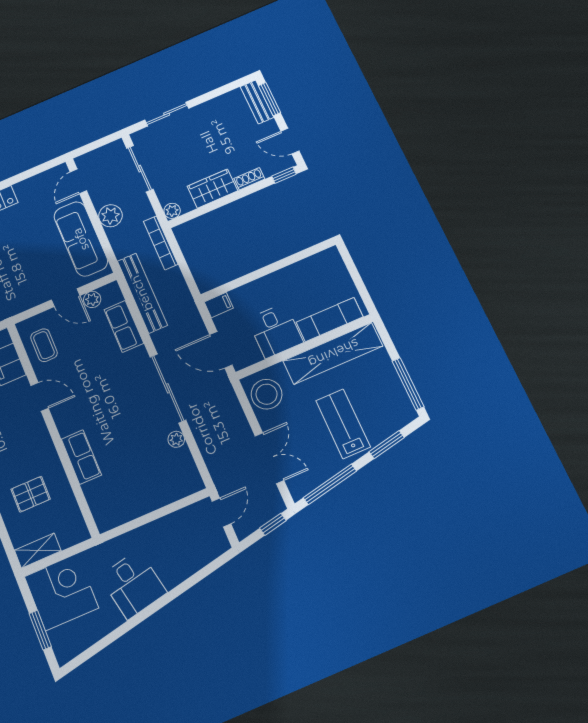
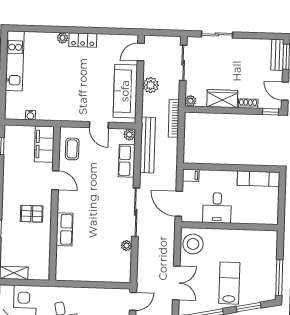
plant: (92, 299) -> (129, 135), moved
exam couch: (330, 319) -> (258, 179), moved, turned 180
shelving: (333, 353) -> (244, 238), removed
pallet: (31, 494) -> (32, 214), moved

